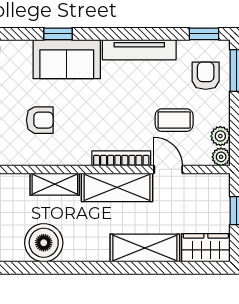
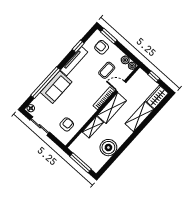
window: (58, 34) -> (46, 83), width x3.17
window: (204, 34) -> (78, 46), moved
armchair: (40, 120) -> (67, 124), moved

